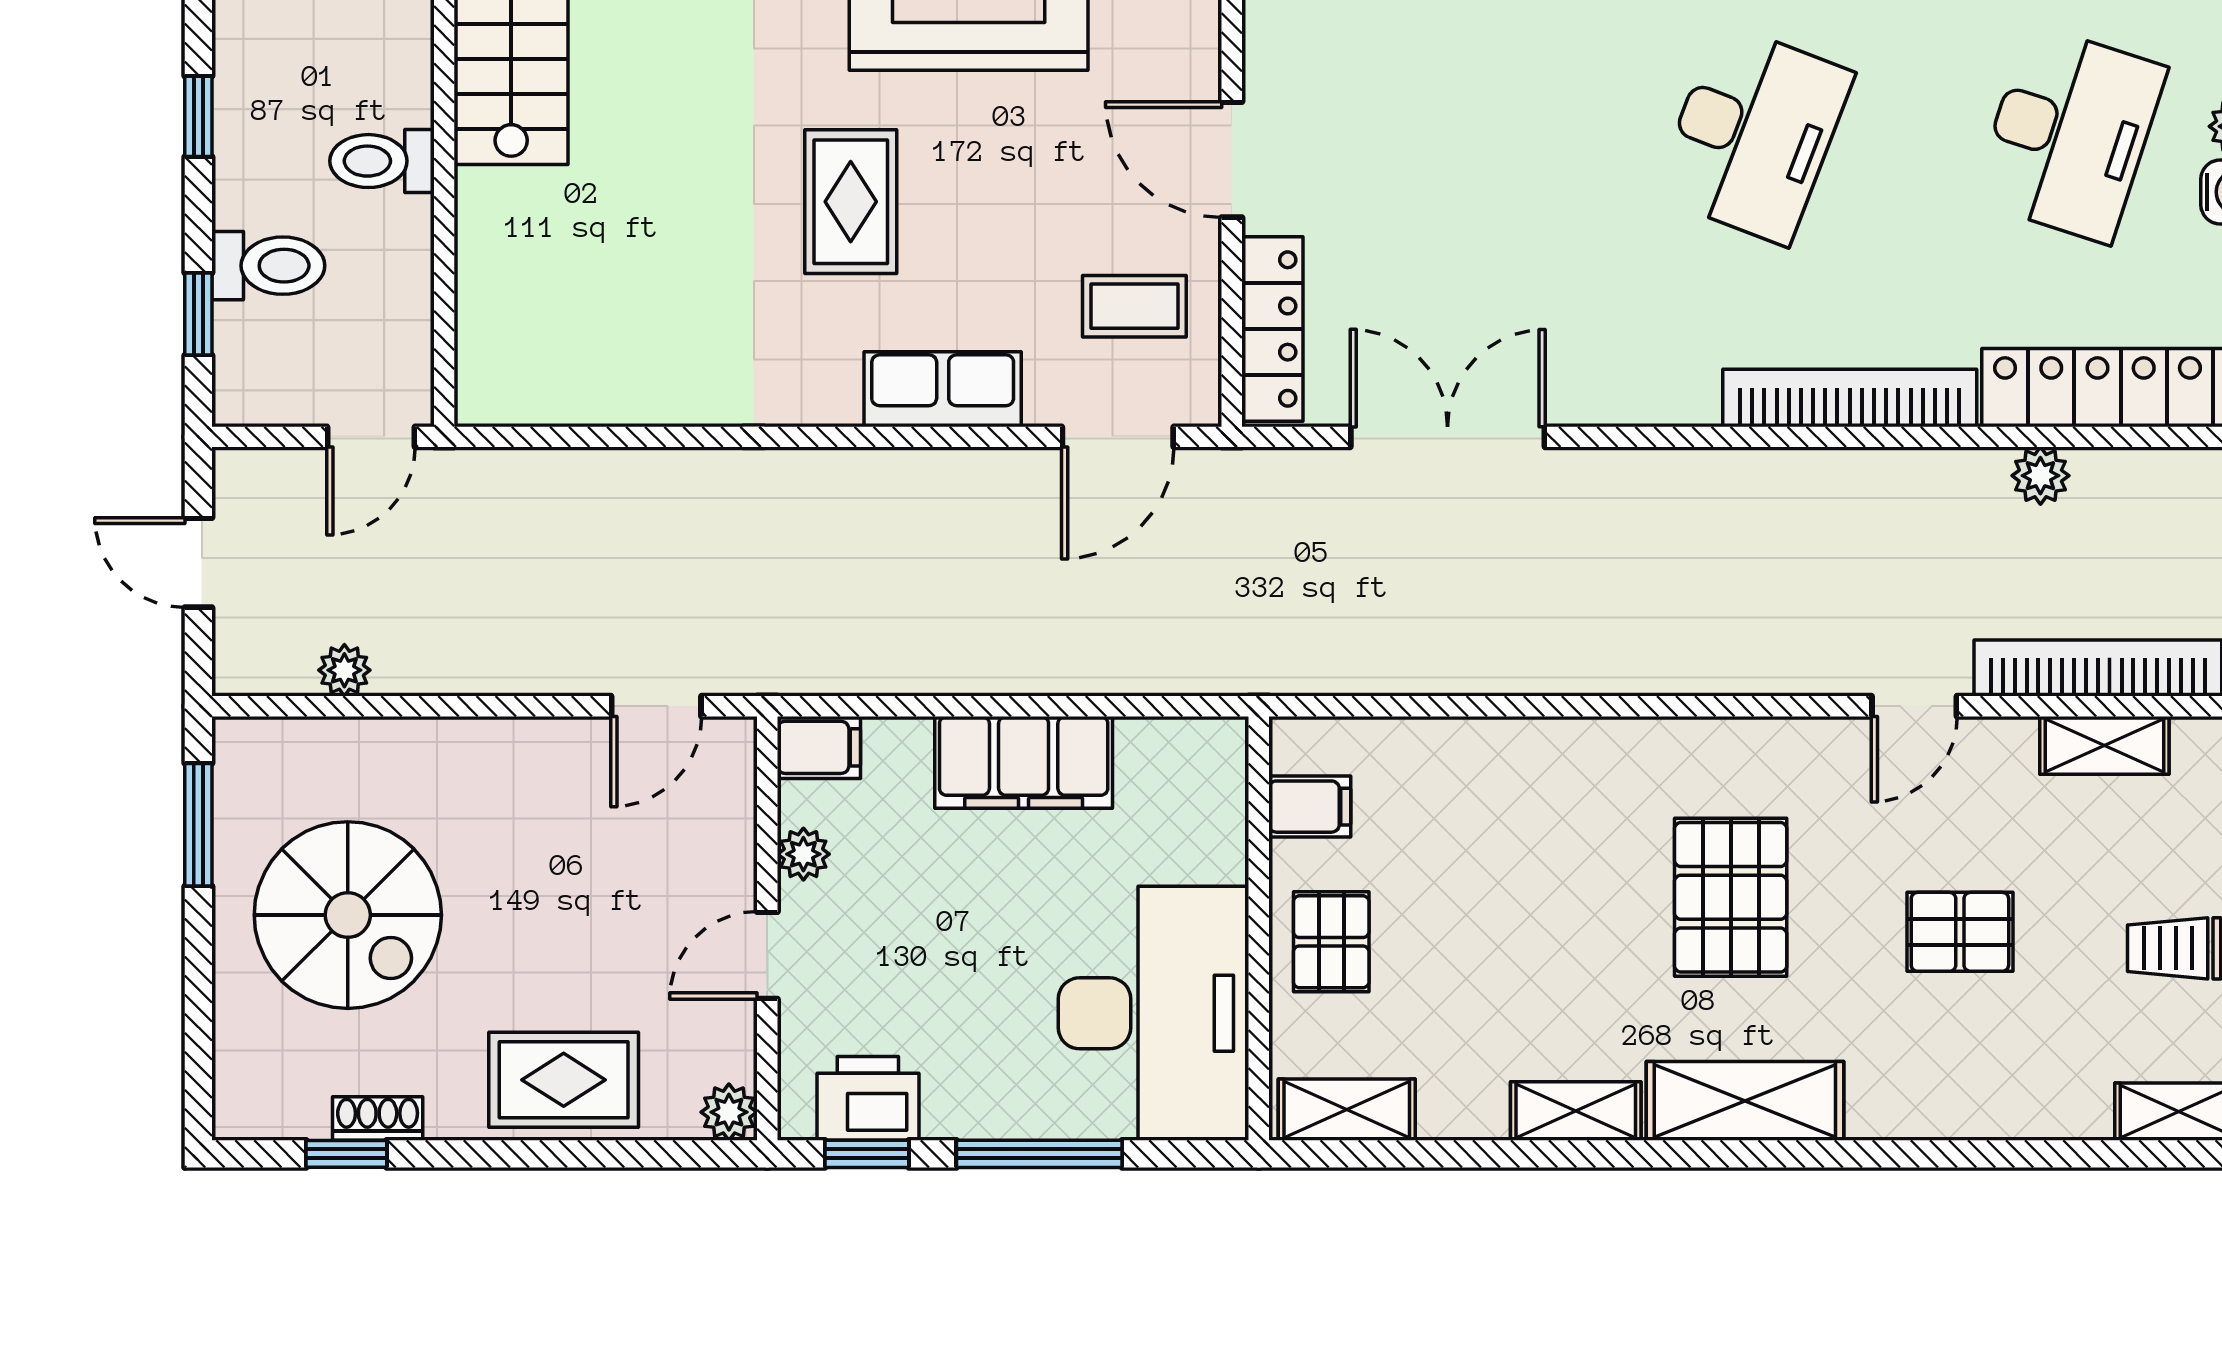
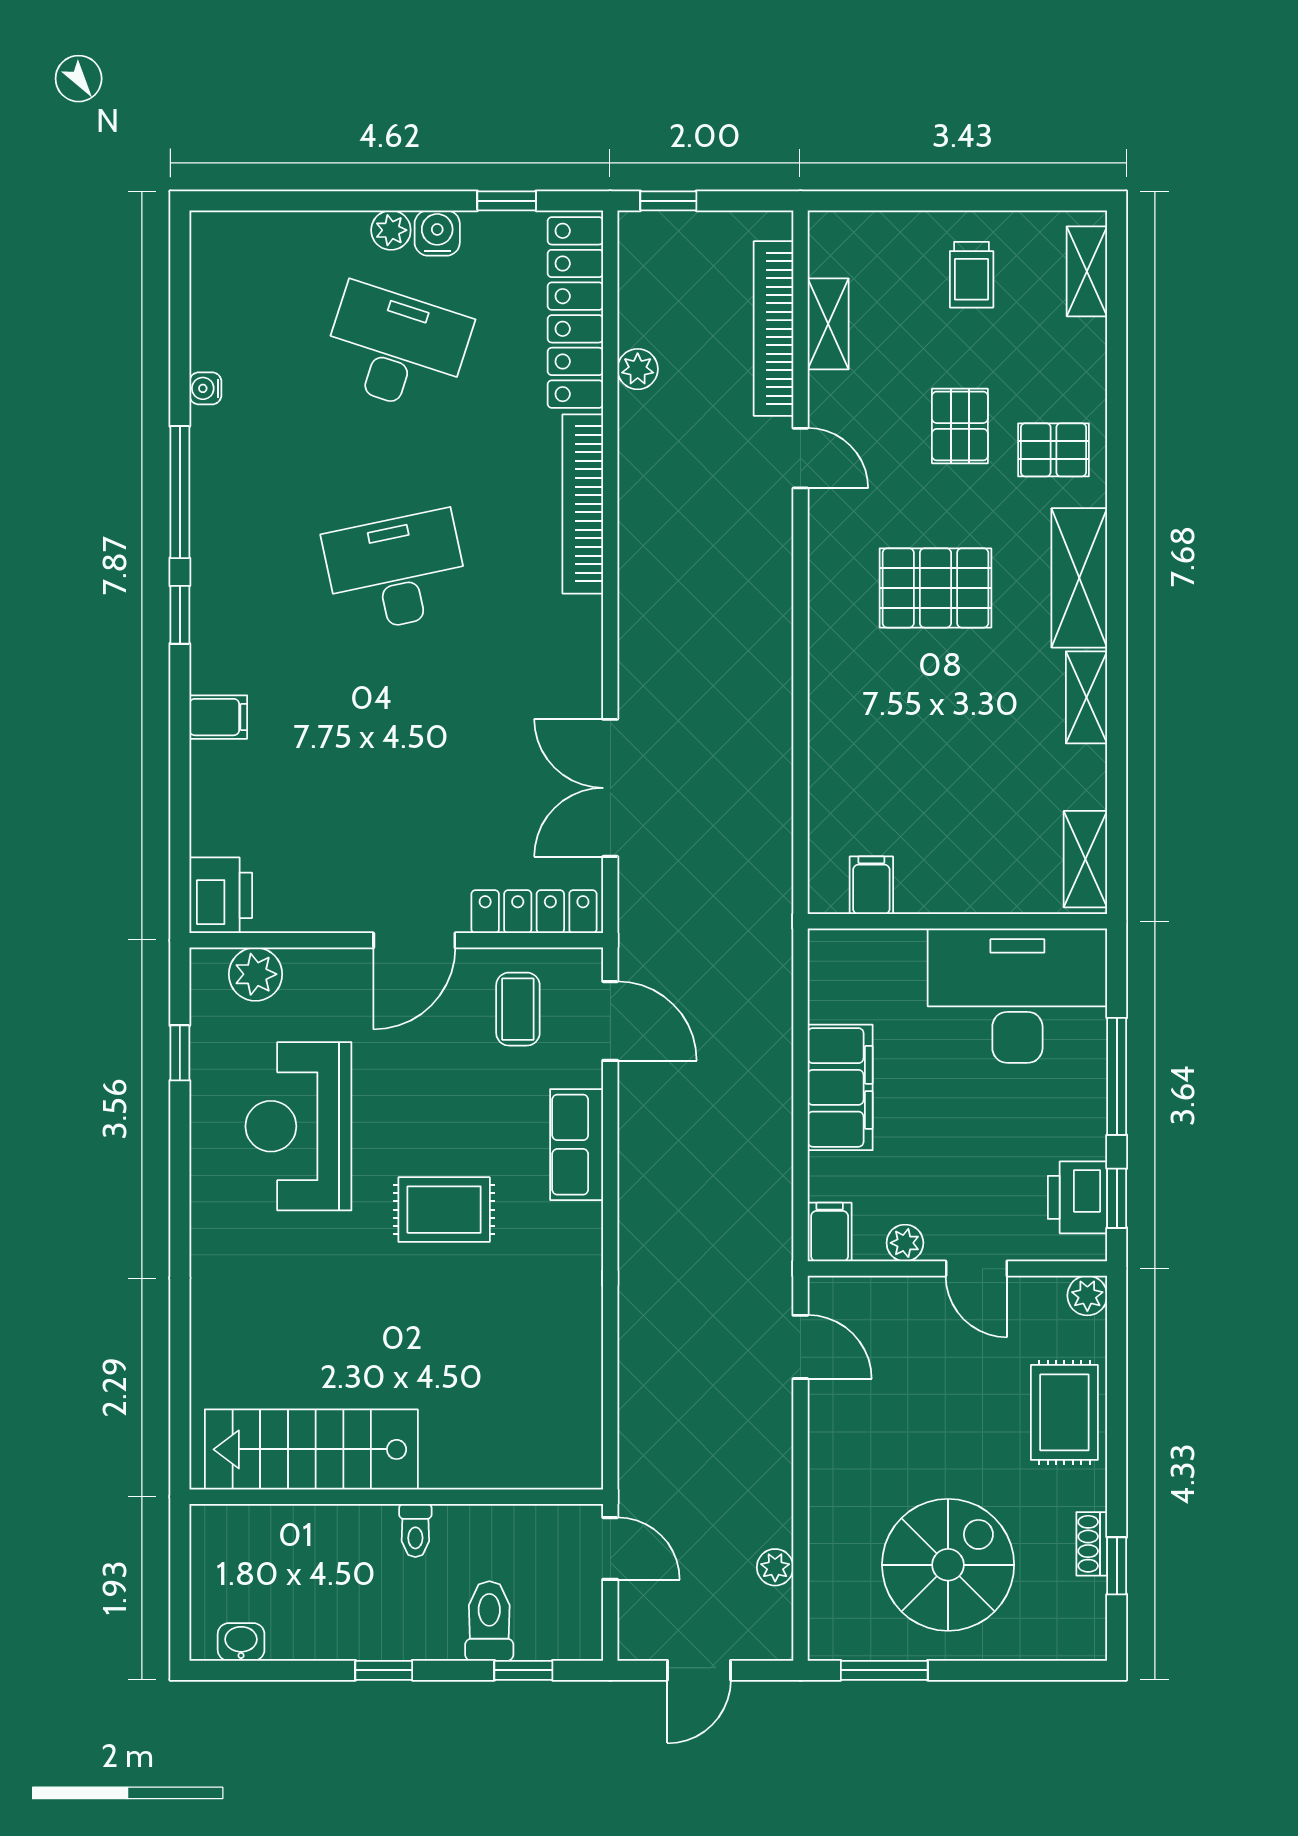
desk: (1753, 134) -> (396, 572), turned -33
toilet: (382, 161) -> (415, 1530), width x0.73, depth x0.72
pallet: (1331, 942) -> (1053, 450), moved

